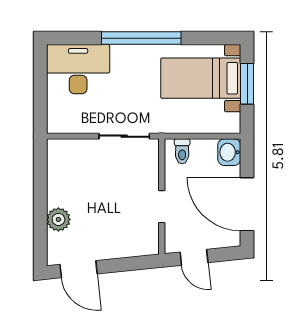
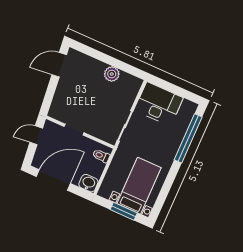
window: (141, 38) -> (188, 138), moved
desk: (78, 69) -> (159, 104), moved, turned -90
plant: (58, 219) -> (112, 74), moved

